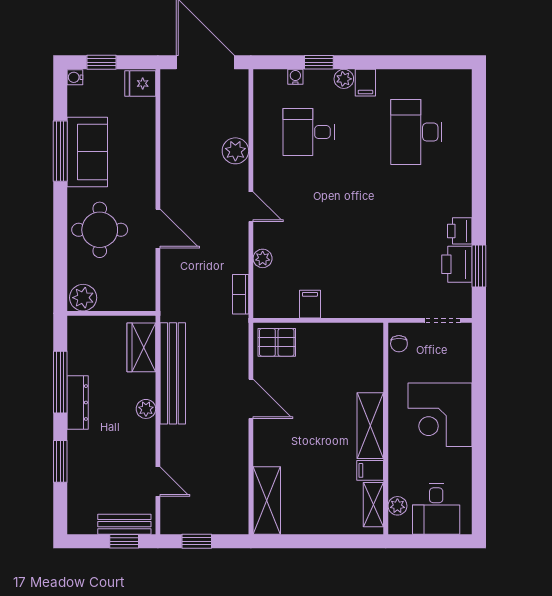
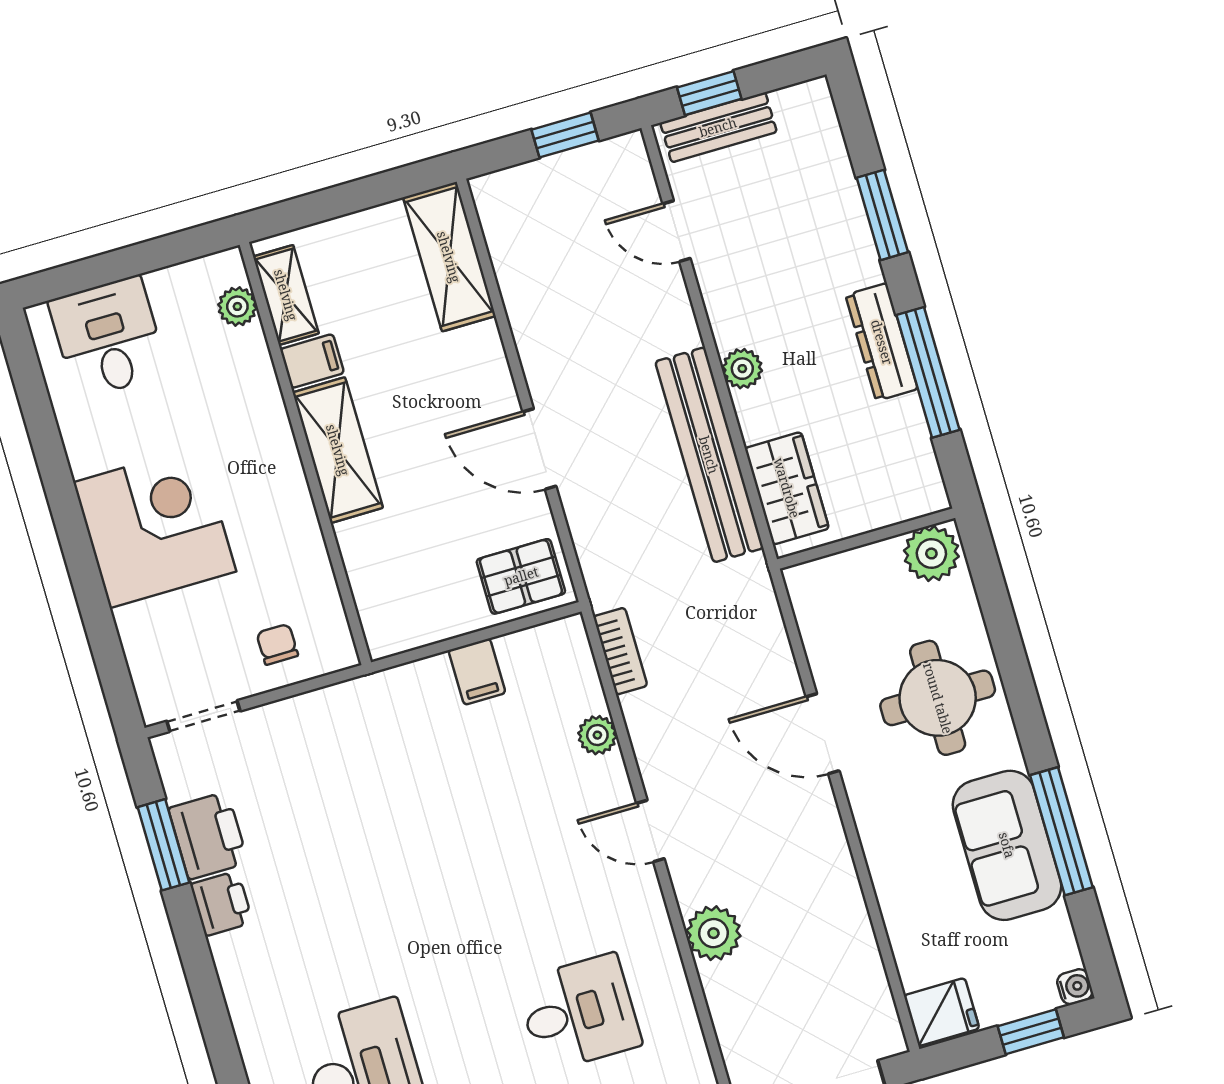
shelving: (370, 426) -> (338, 450), moved
wall: (386, 428) -> (305, 453), moved
filing cabinet: (370, 470) -> (312, 361), moved
shelving: (373, 505) -> (286, 295), moved
plant: (397, 506) -> (237, 306), moved

